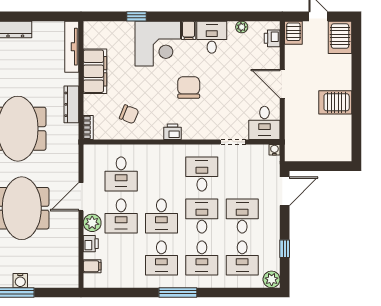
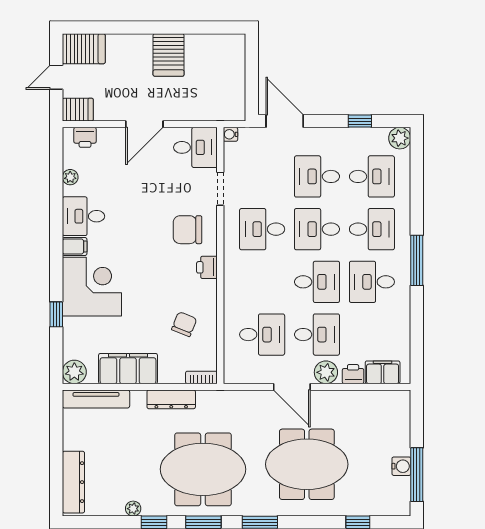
plant: (92, 30) -> (74, 372), added
chair: (189, 87) -> (188, 230), moved
desk: (161, 258) -> (372, 282), turned 180
filing cabinet: (92, 266) -> (383, 372), width x2.00

